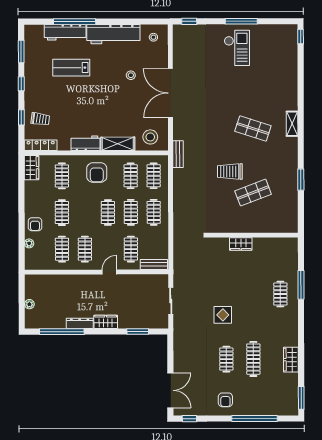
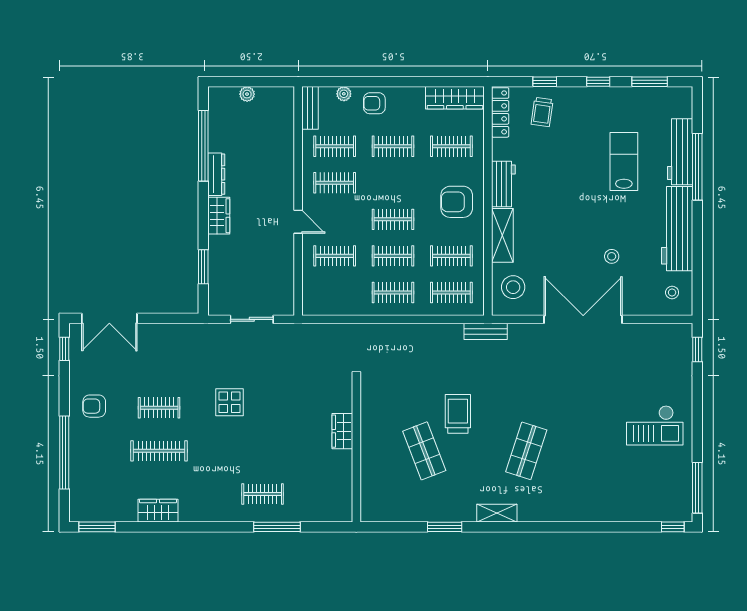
window: (241, 21) -> (697, 488), moved
shelving: (292, 124) -> (497, 513), moved
wardrobe: (31, 168) -> (455, 98), width x1.50
bench: (154, 264) -> (310, 108), moved

